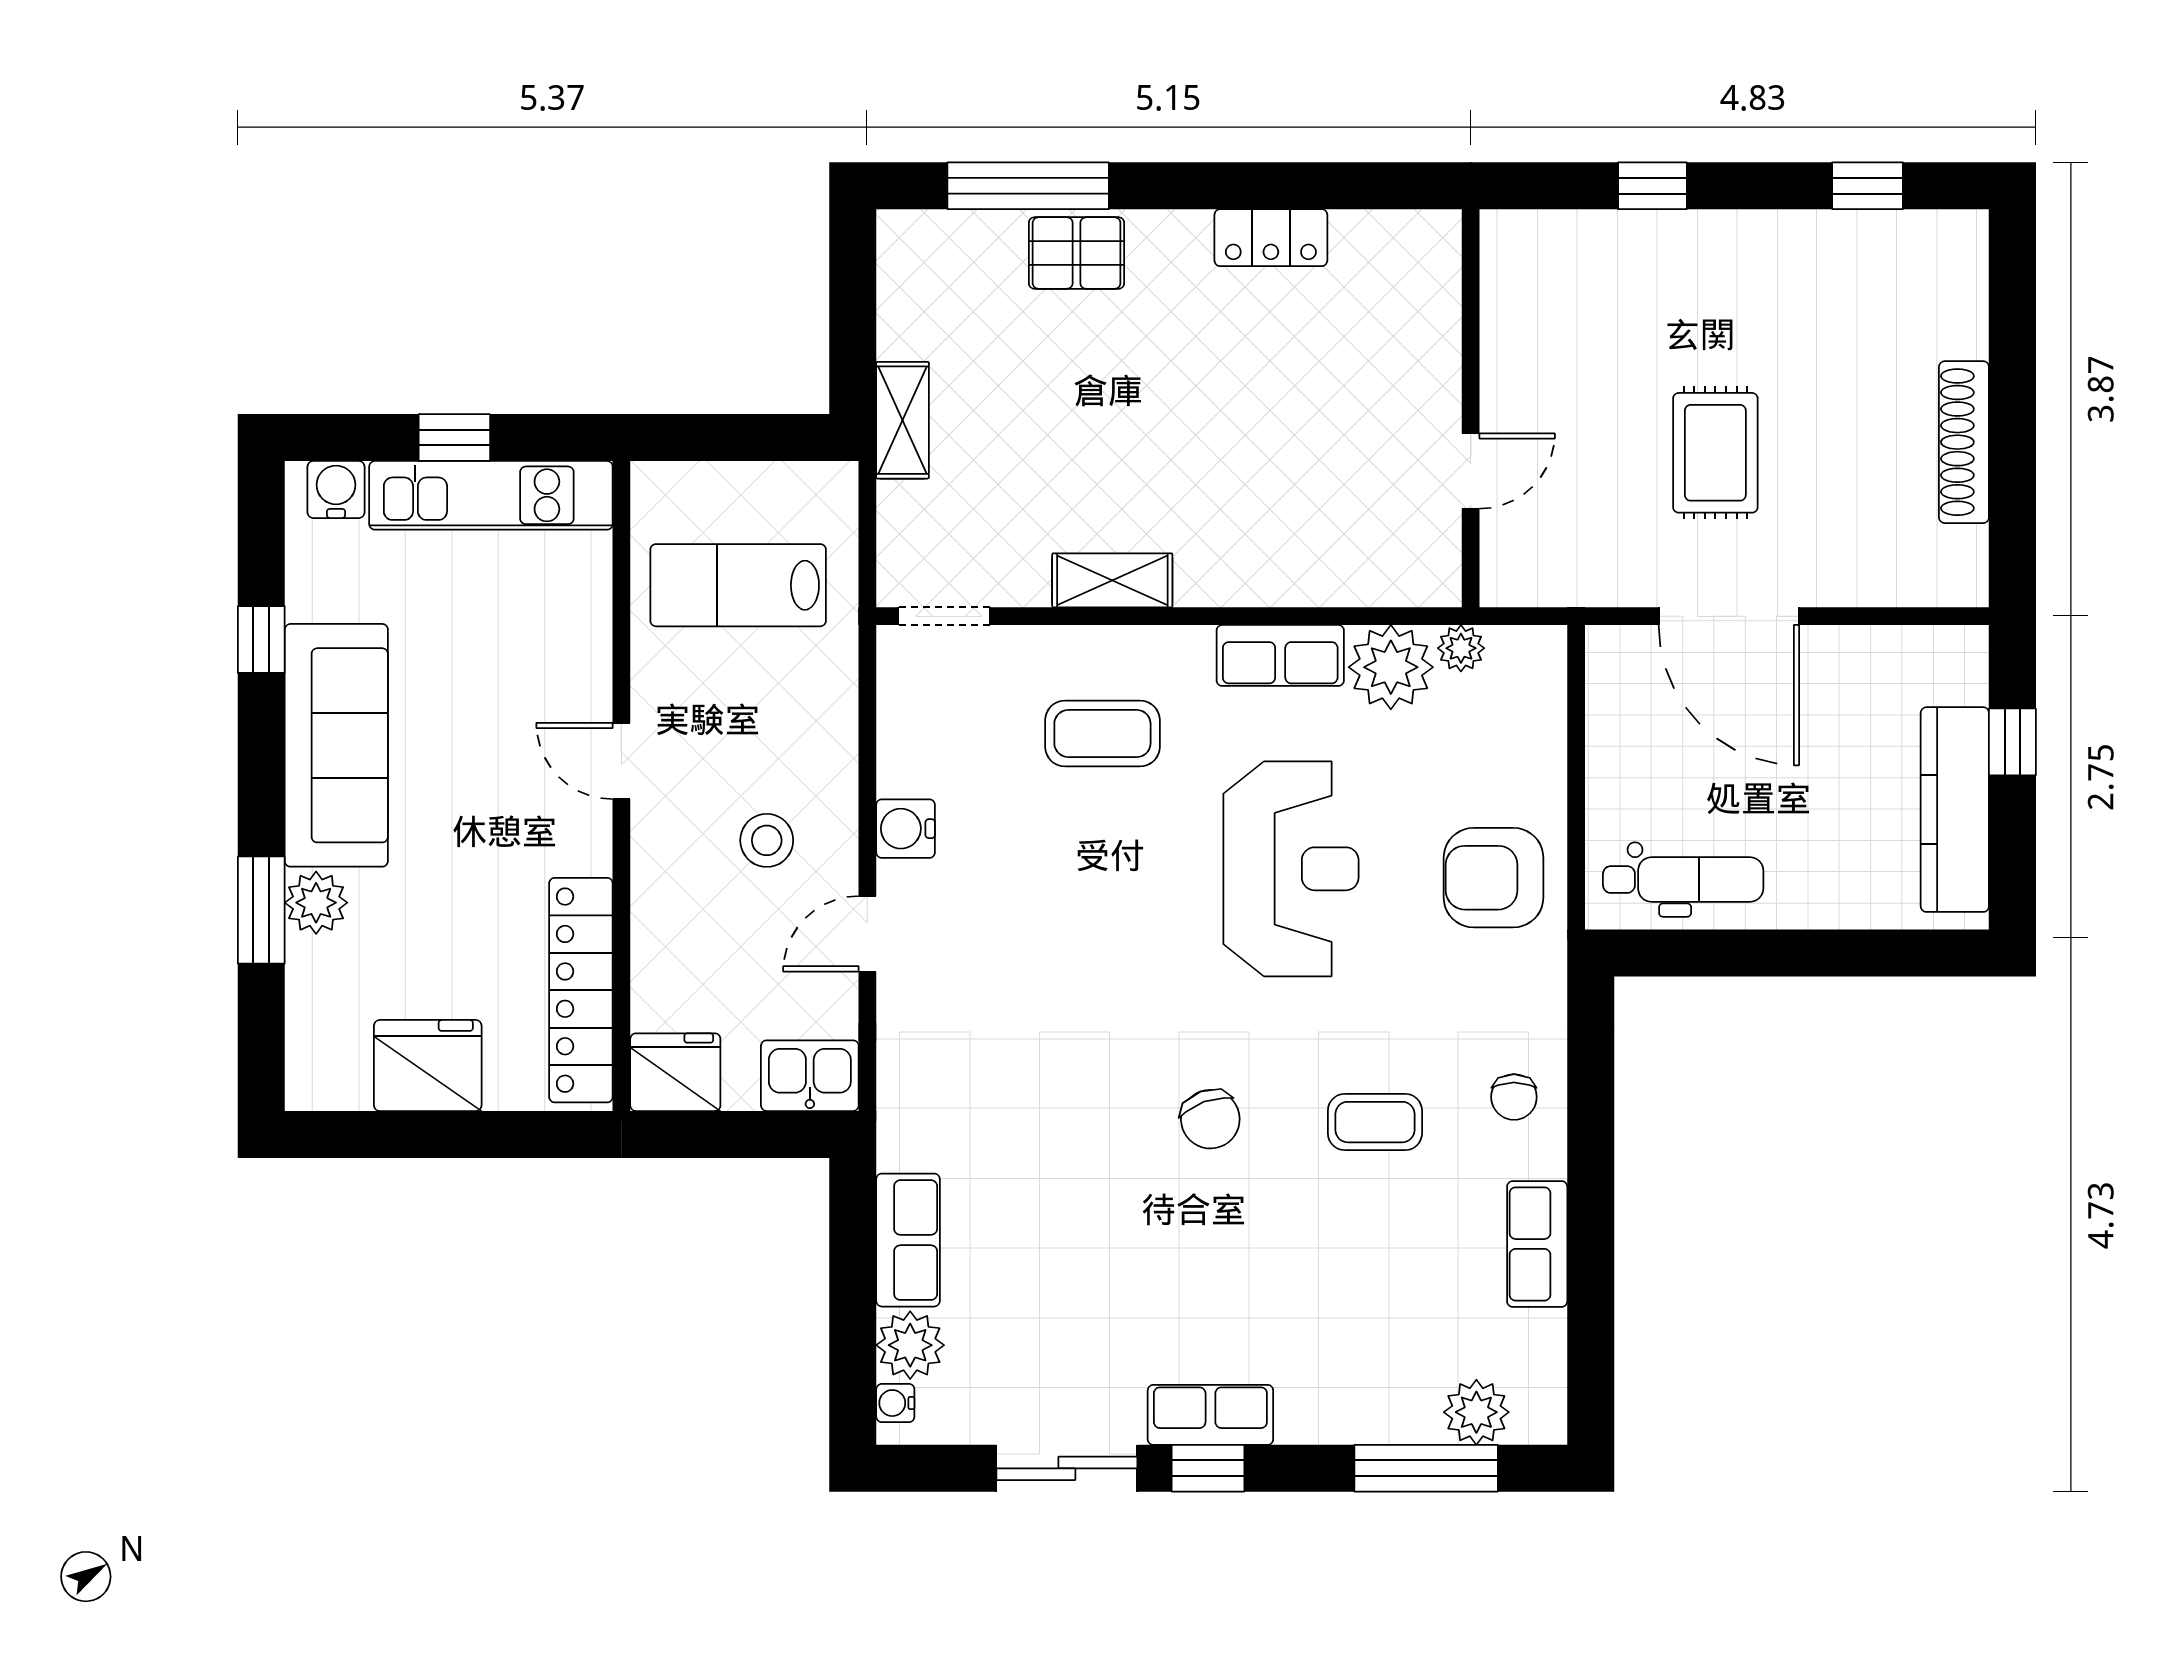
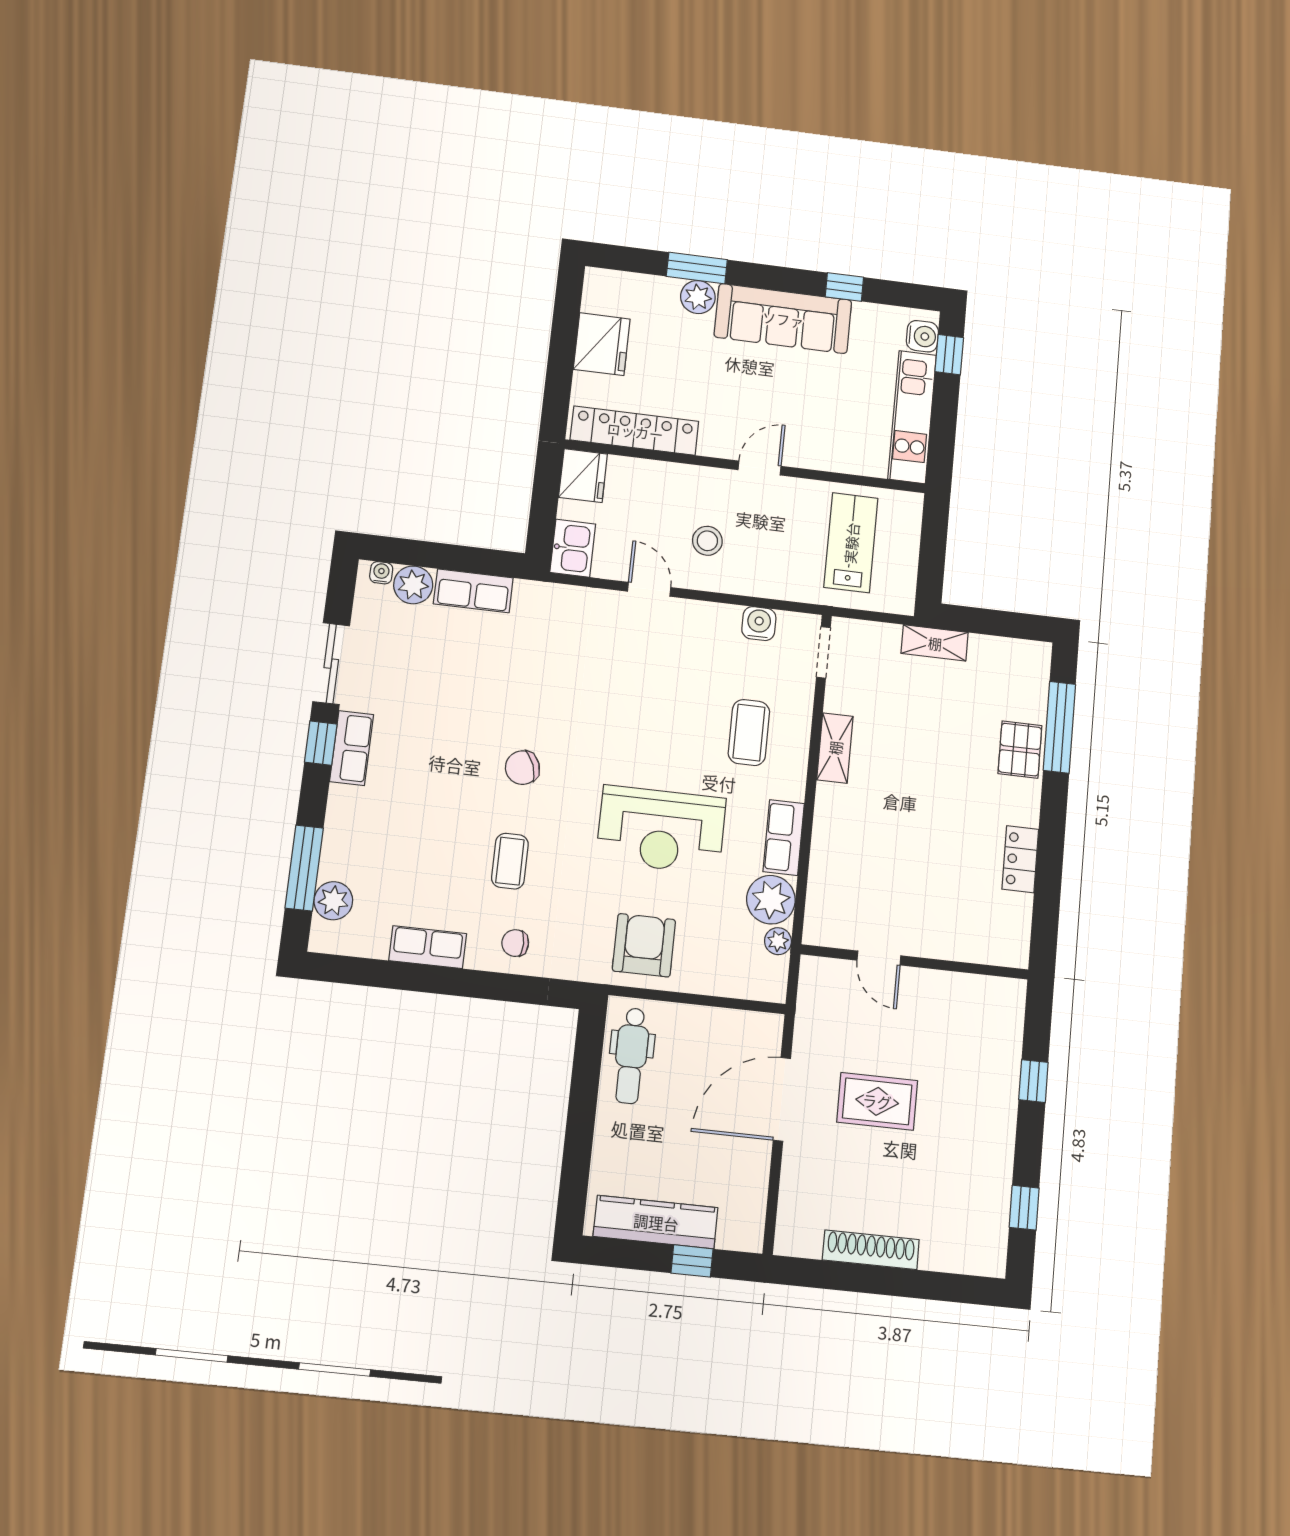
window: (454, 438) -> (949, 354), moved
water cooler: (906, 829) -> (759, 624), moved

